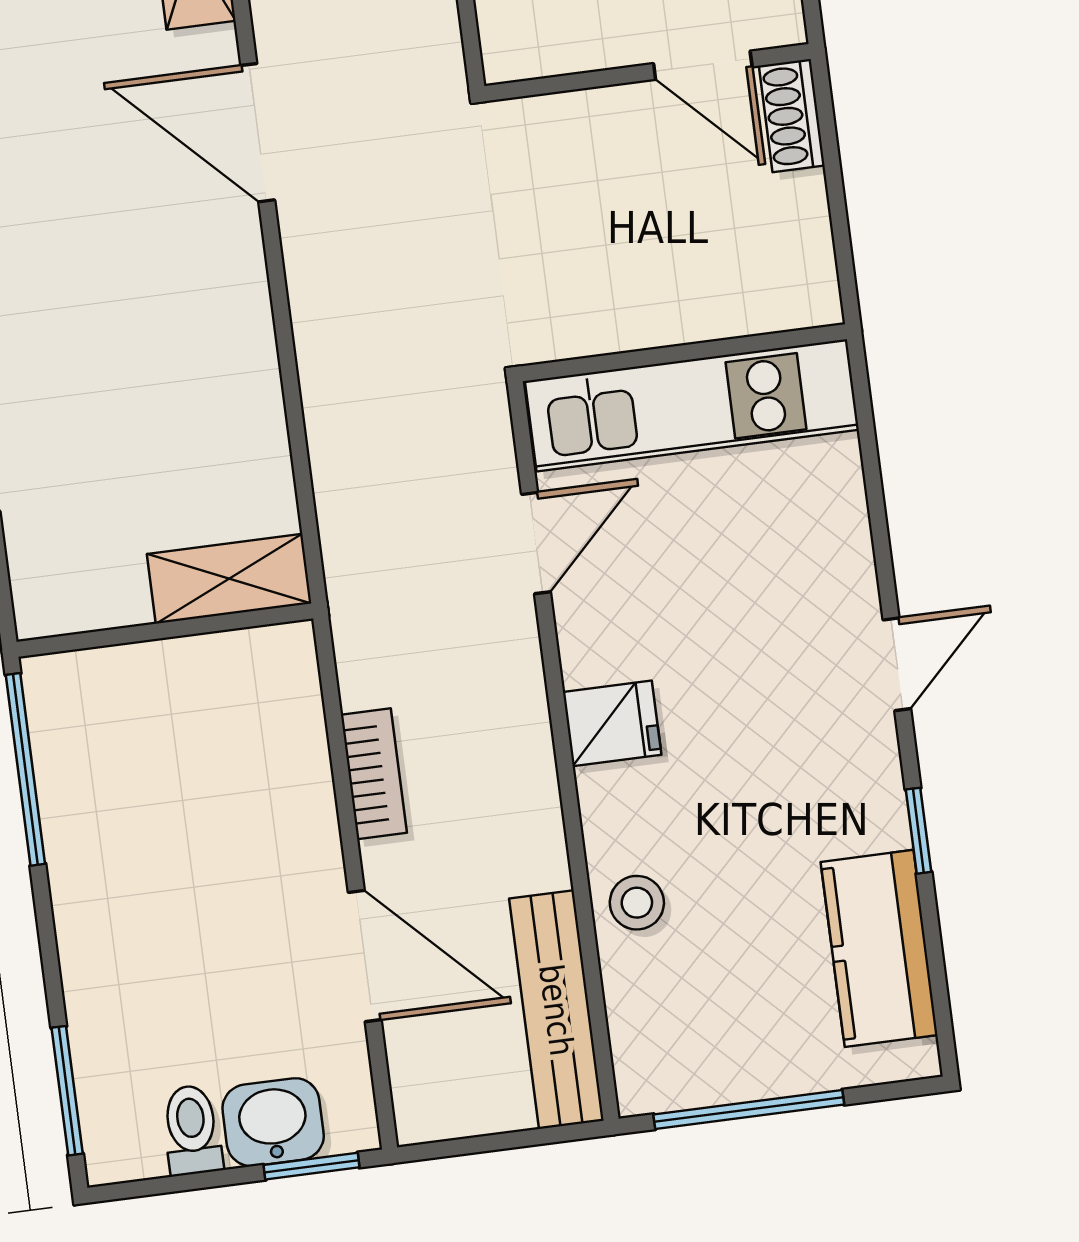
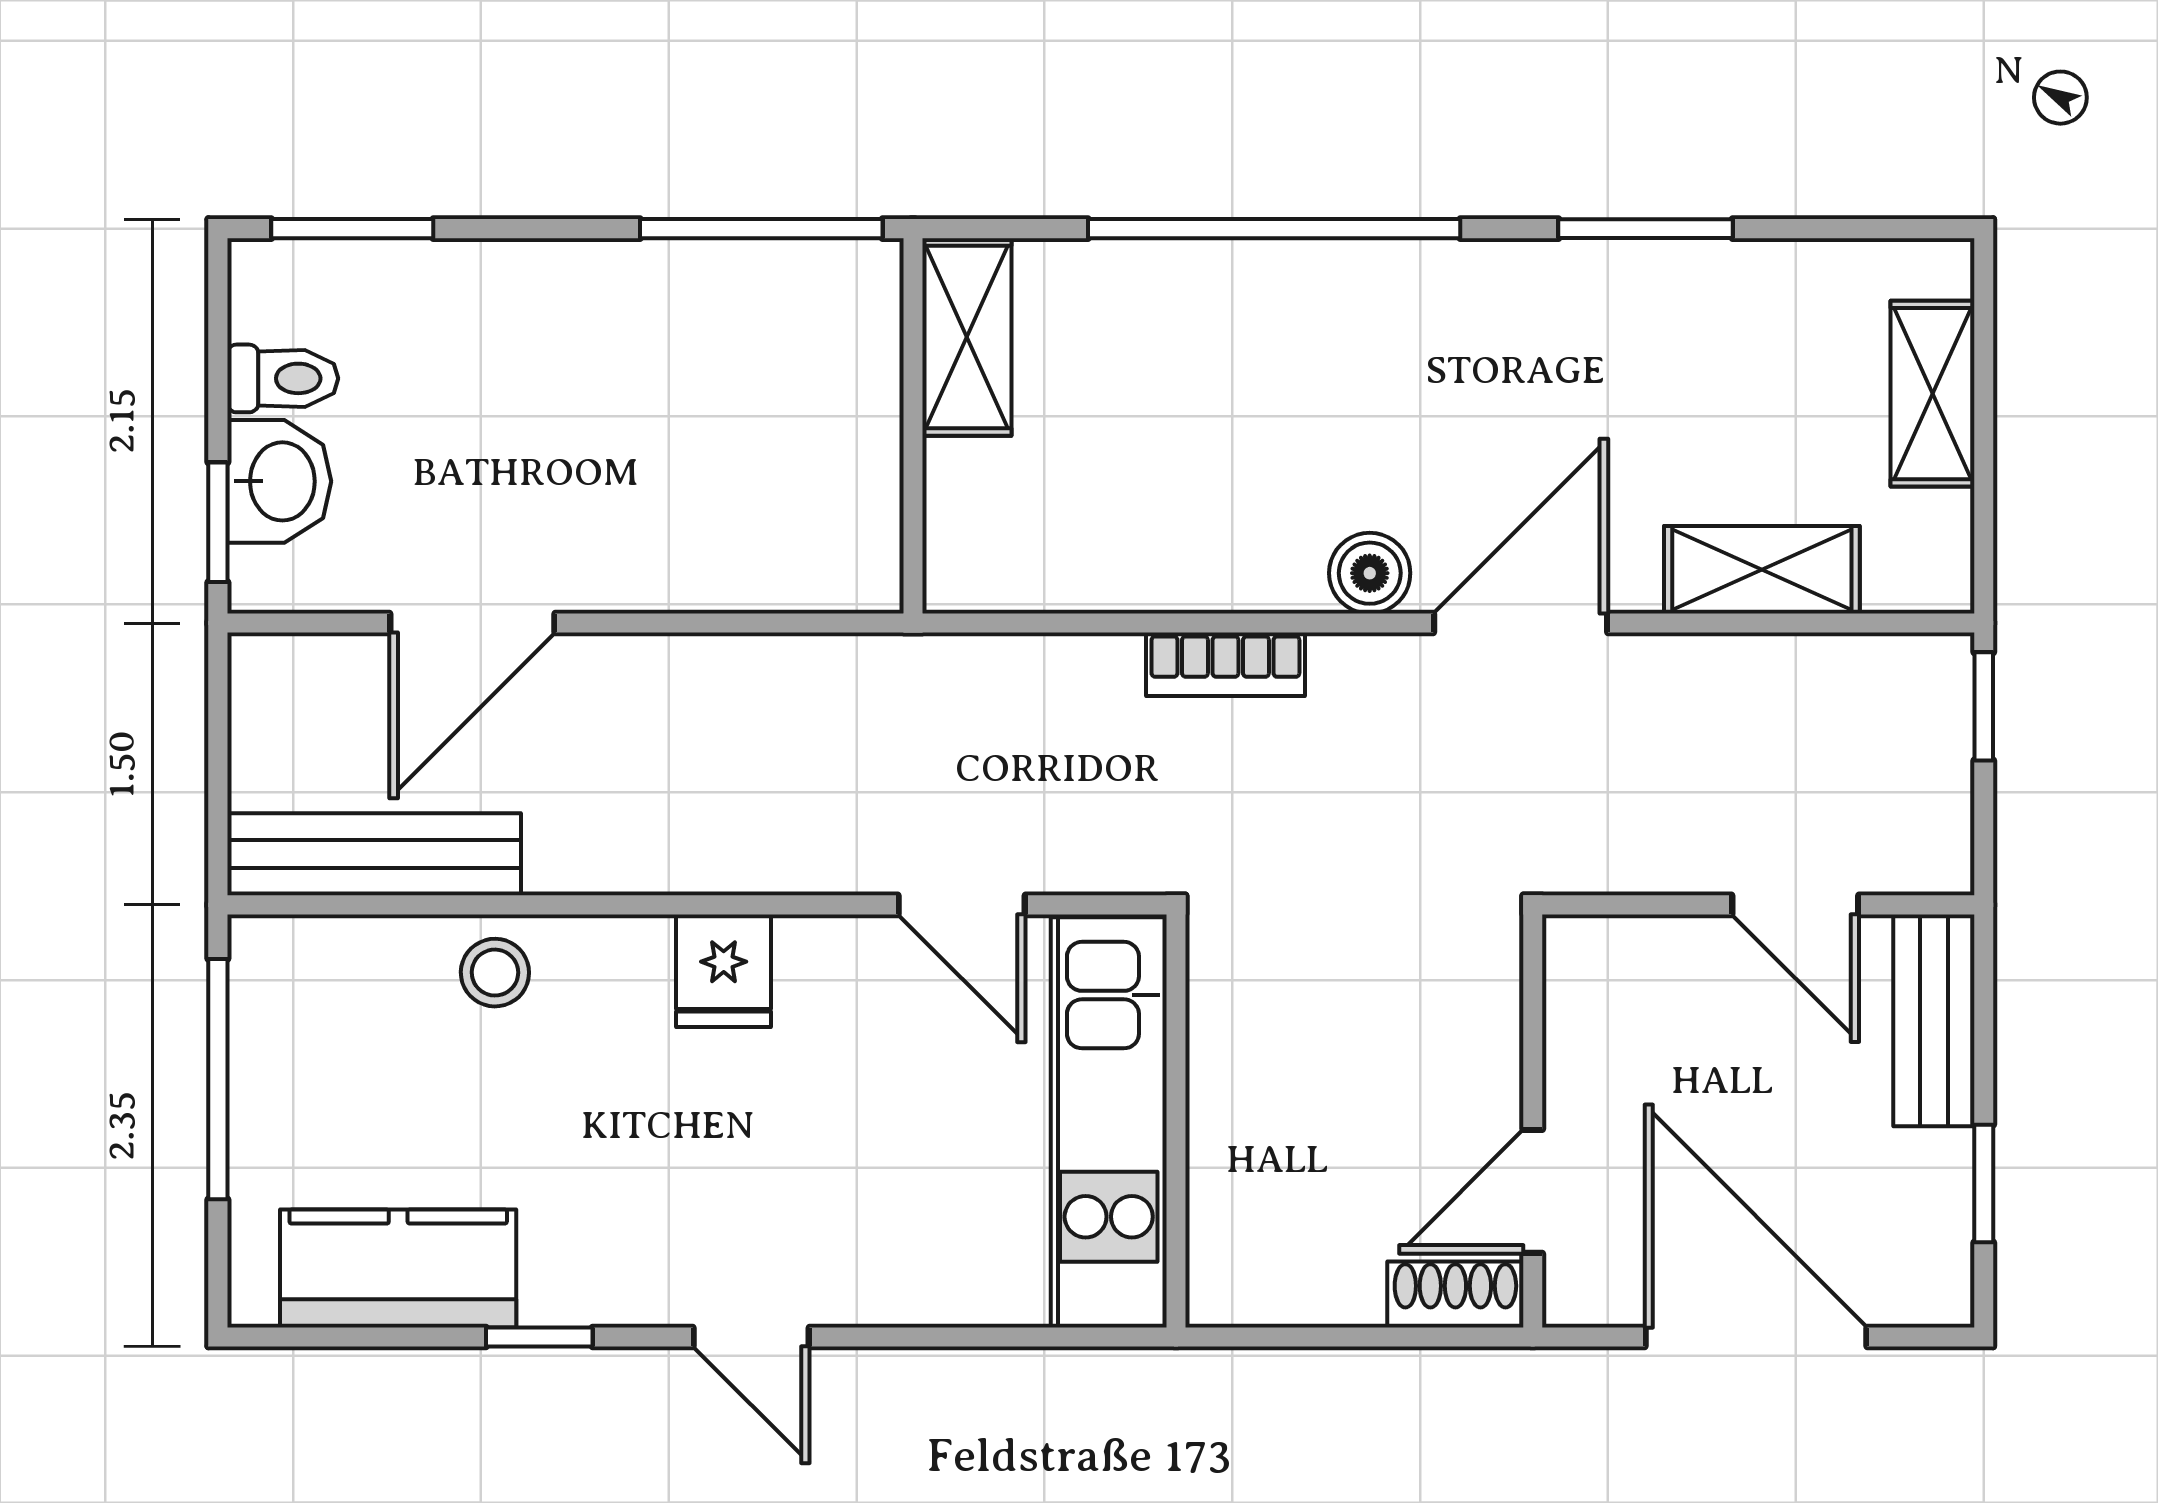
boiler: (234, 256) -> (1370, 573), added
shelving: (229, 579) -> (967, 337), moved
bookcase: (374, 774) -> (1225, 664), moved

